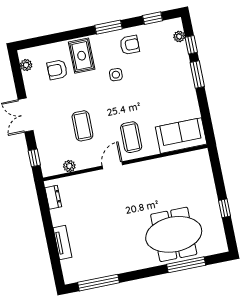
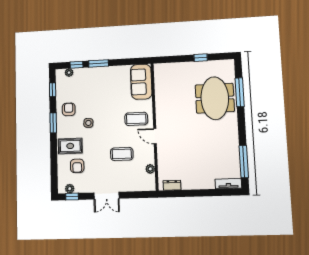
window: (34, 158) -> (72, 197), moved
tv unit: (62, 242) -> (228, 184), moved

